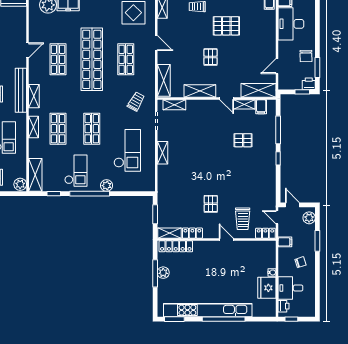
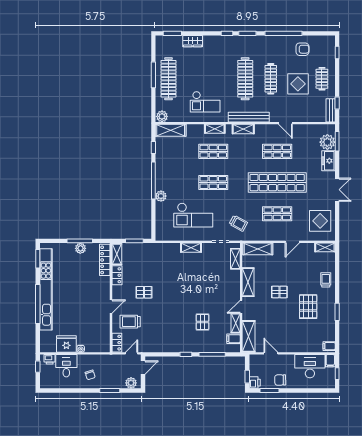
checkout: (76, 171) -> (175, 168), removed
filing cabinet: (285, 242) -> (109, 361), removed

